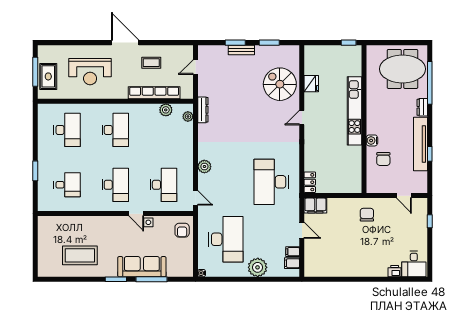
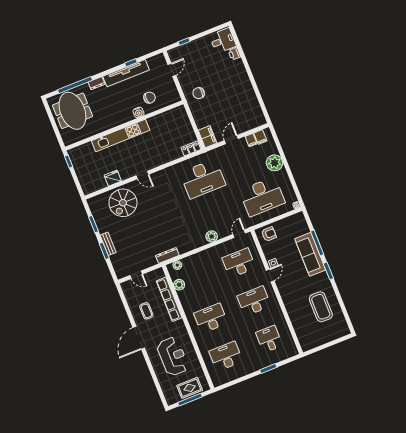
desk: (226, 239) -> (262, 197), turned 180

